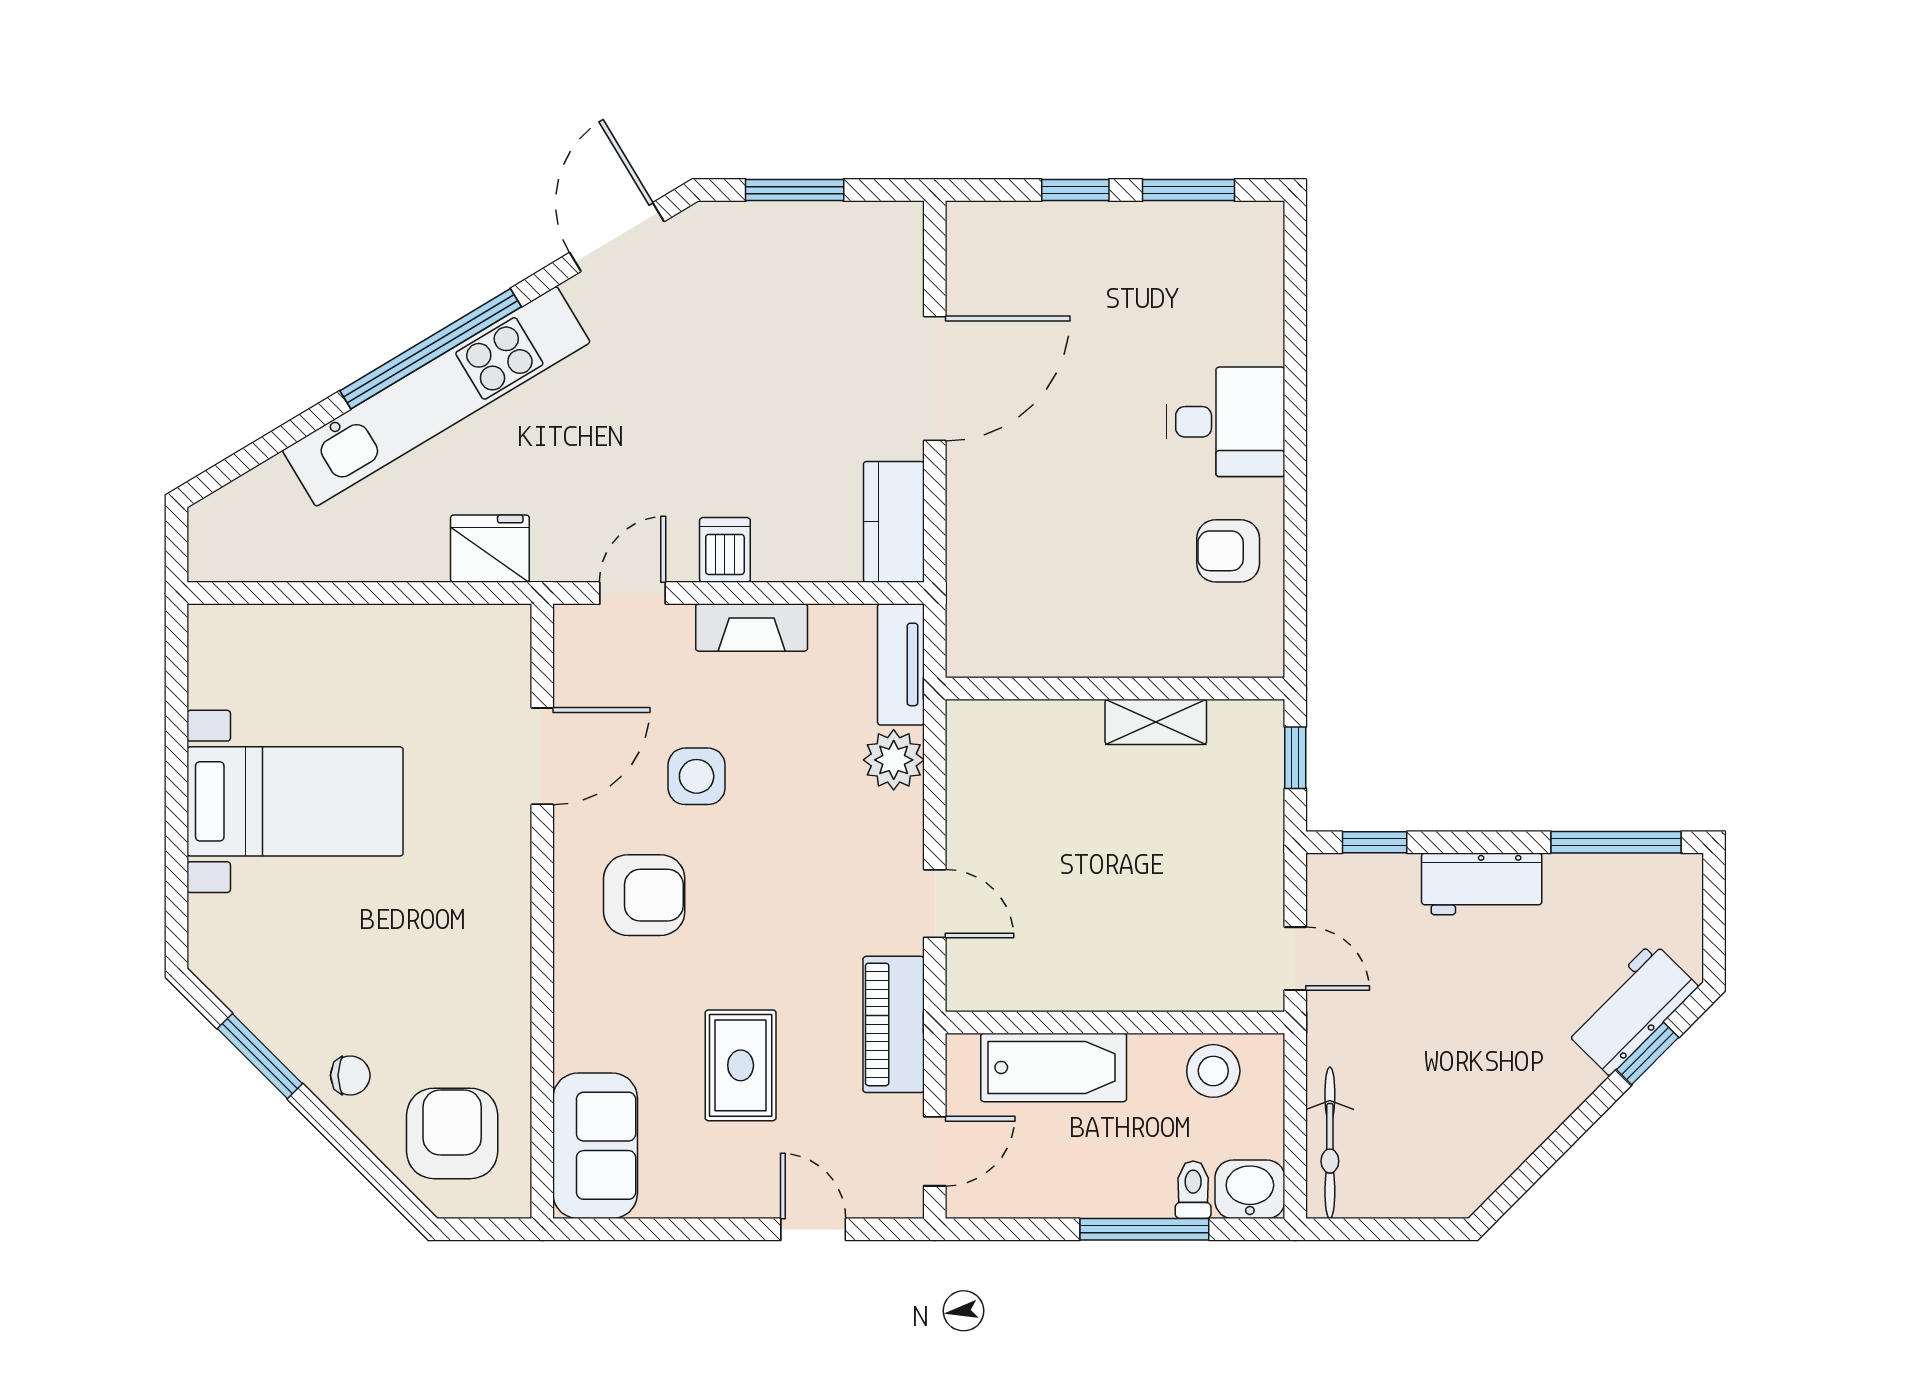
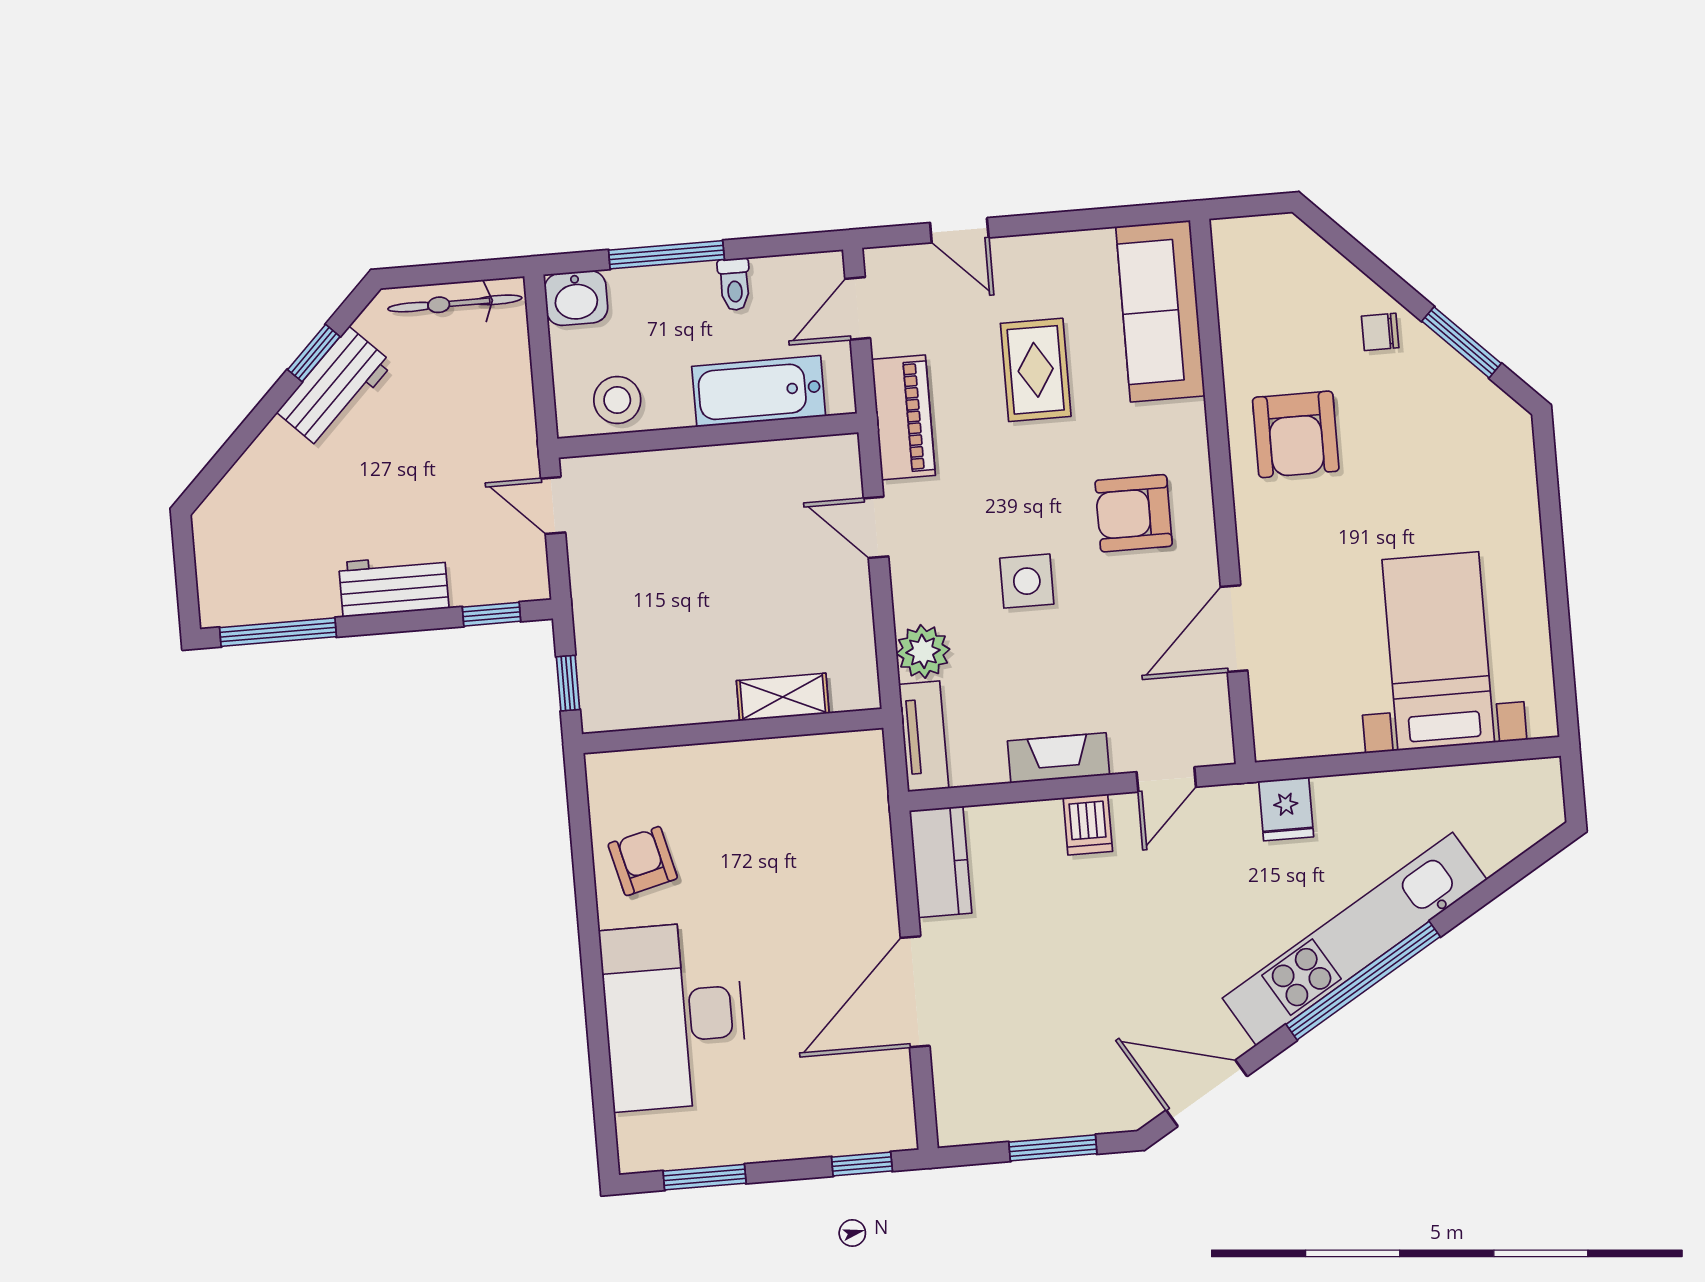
window: (1075, 190) -> (862, 1164), moved
door: (617, 237) -> (1207, 1093), swing flipped
desk: (1225, 422) -> (674, 1016), width x1.87, depth x1.30
fridge: (490, 549) -> (1286, 809), width x0.72
armchair: (1228, 551) -> (643, 861), turned -104
shelving: (1156, 722) -> (783, 697), moved
side table: (697, 776) -> (1027, 581), moved
bed with nightstands: (295, 801) -> (1438, 651), moved, turned 90
workbench: (1631, 1009) -> (335, 388), moved
window: (1648, 1053) -> (314, 353), moved
armchair: (452, 1133) -> (1296, 434), moved
bicycle: (1330, 1143) -> (455, 303), moved, turned -90
sofa: (595, 1146) -> (1160, 311), width x1.36
toilet: (1193, 1190) -> (734, 284), moved

